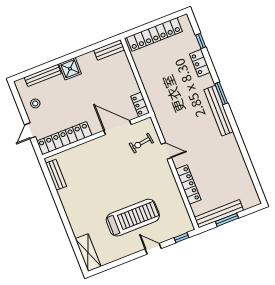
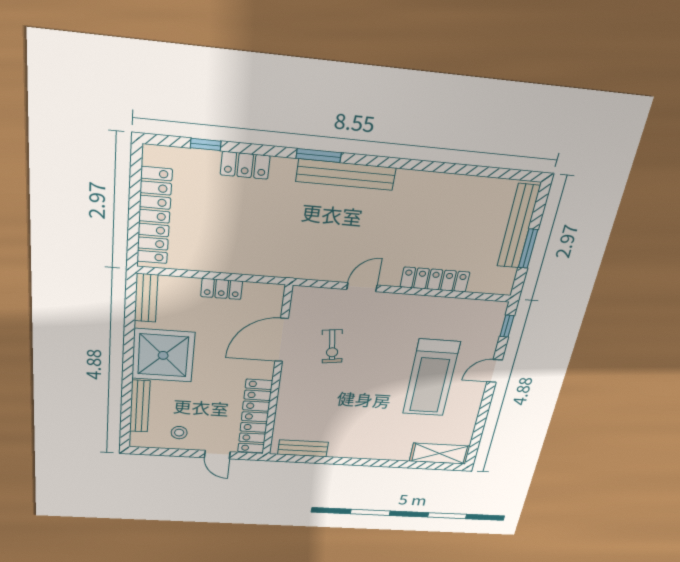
shower: (70, 69) -> (163, 355), width x1.86, depth x1.86
locker: (140, 105) -> (222, 289), moved
exercise bike: (141, 143) -> (332, 346), moved
bench: (219, 214) -> (518, 226), moved
treadmill: (133, 218) -> (431, 378), turned 180

